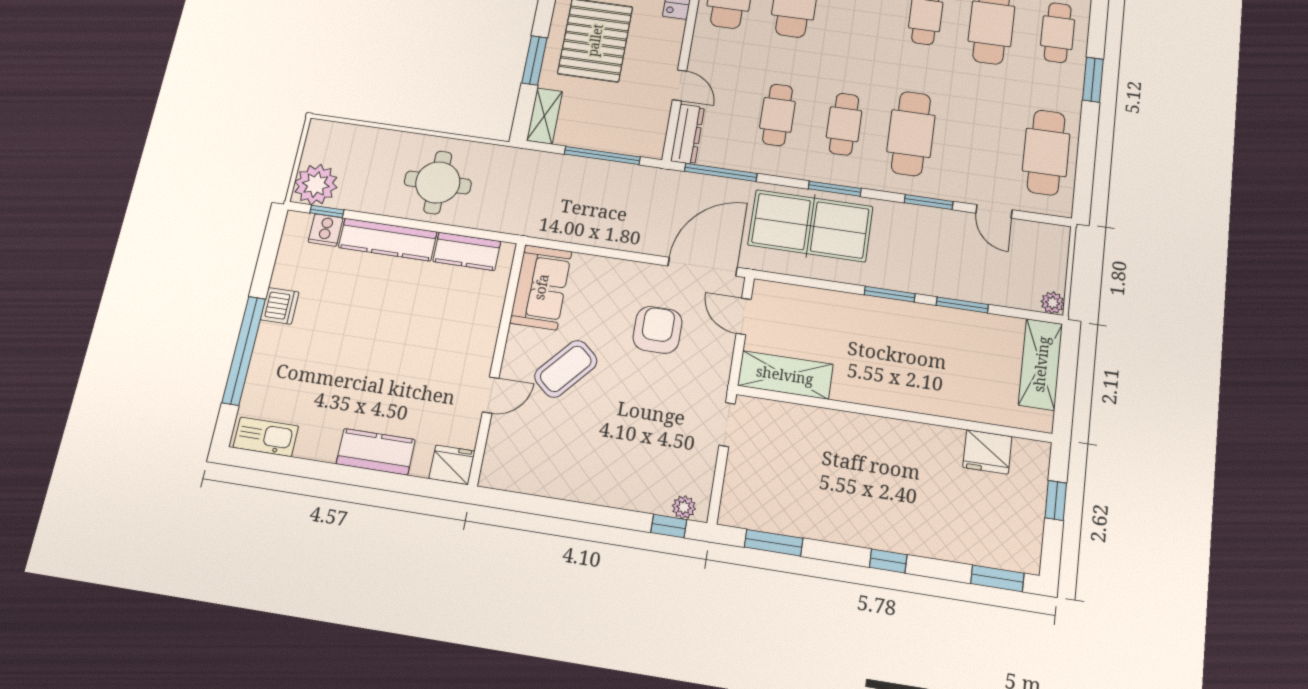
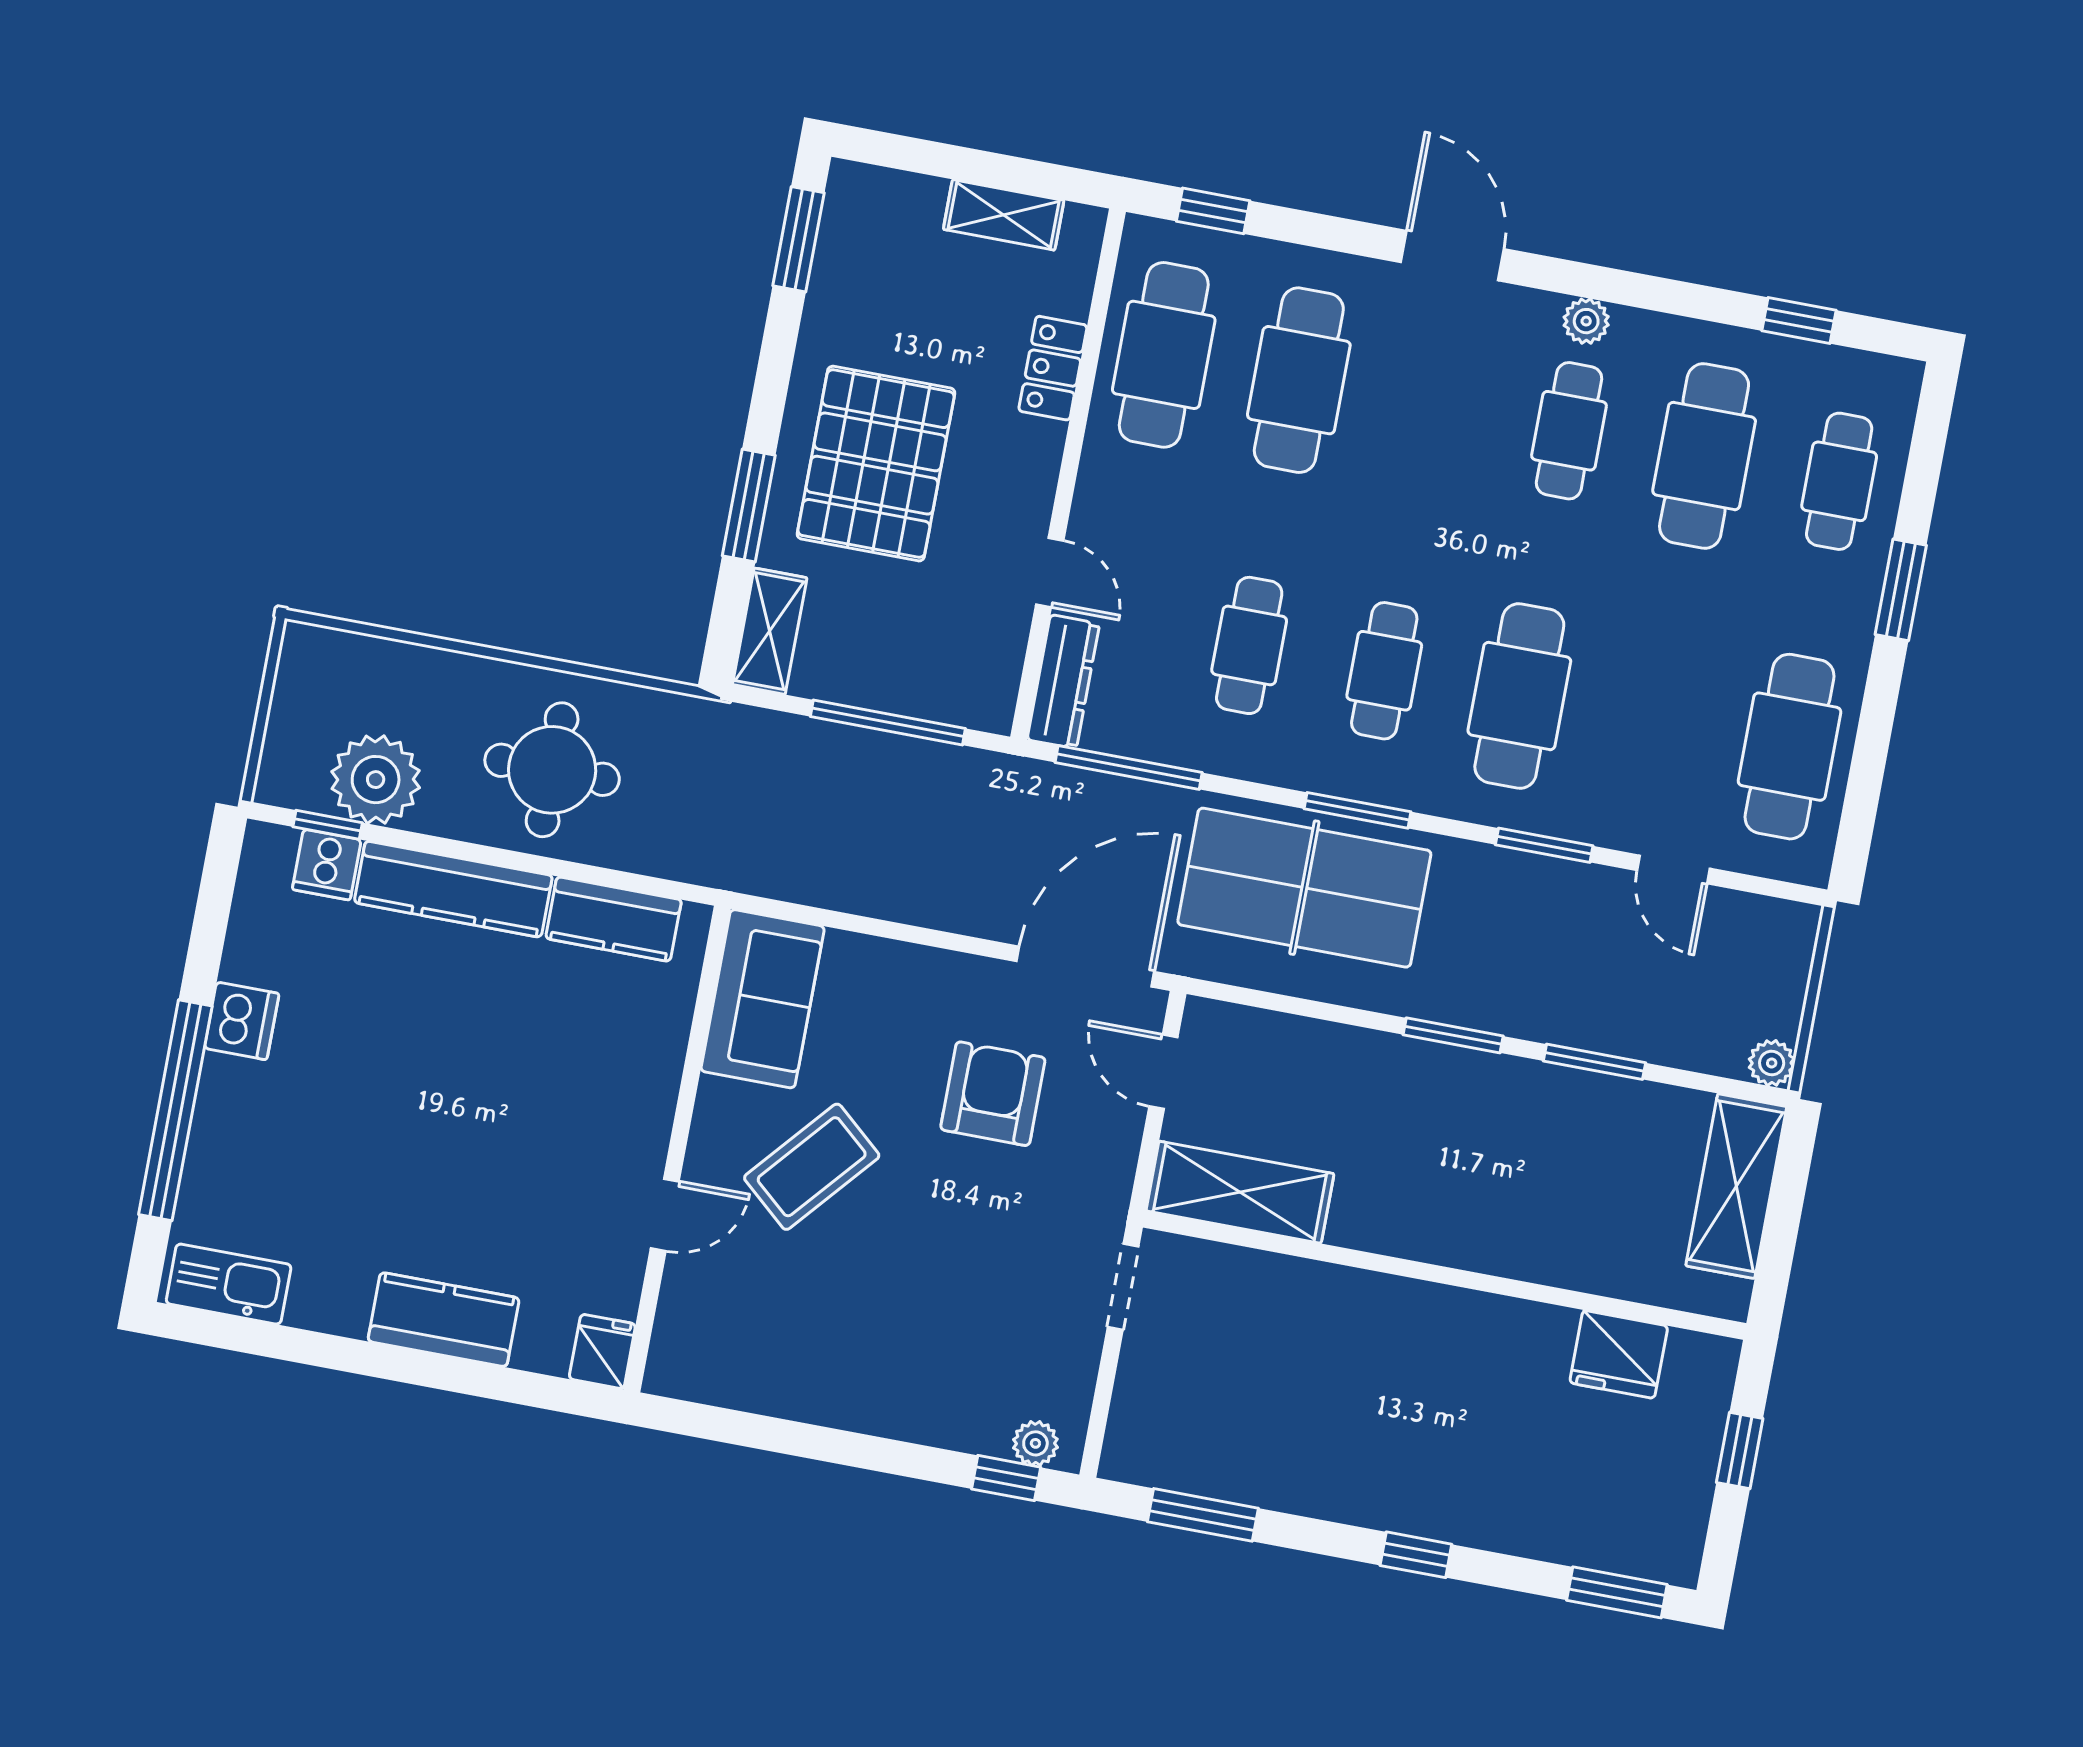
plant: (316, 185) -> (376, 780), moved
fridge: (452, 465) -> (602, 1351), width x0.72

